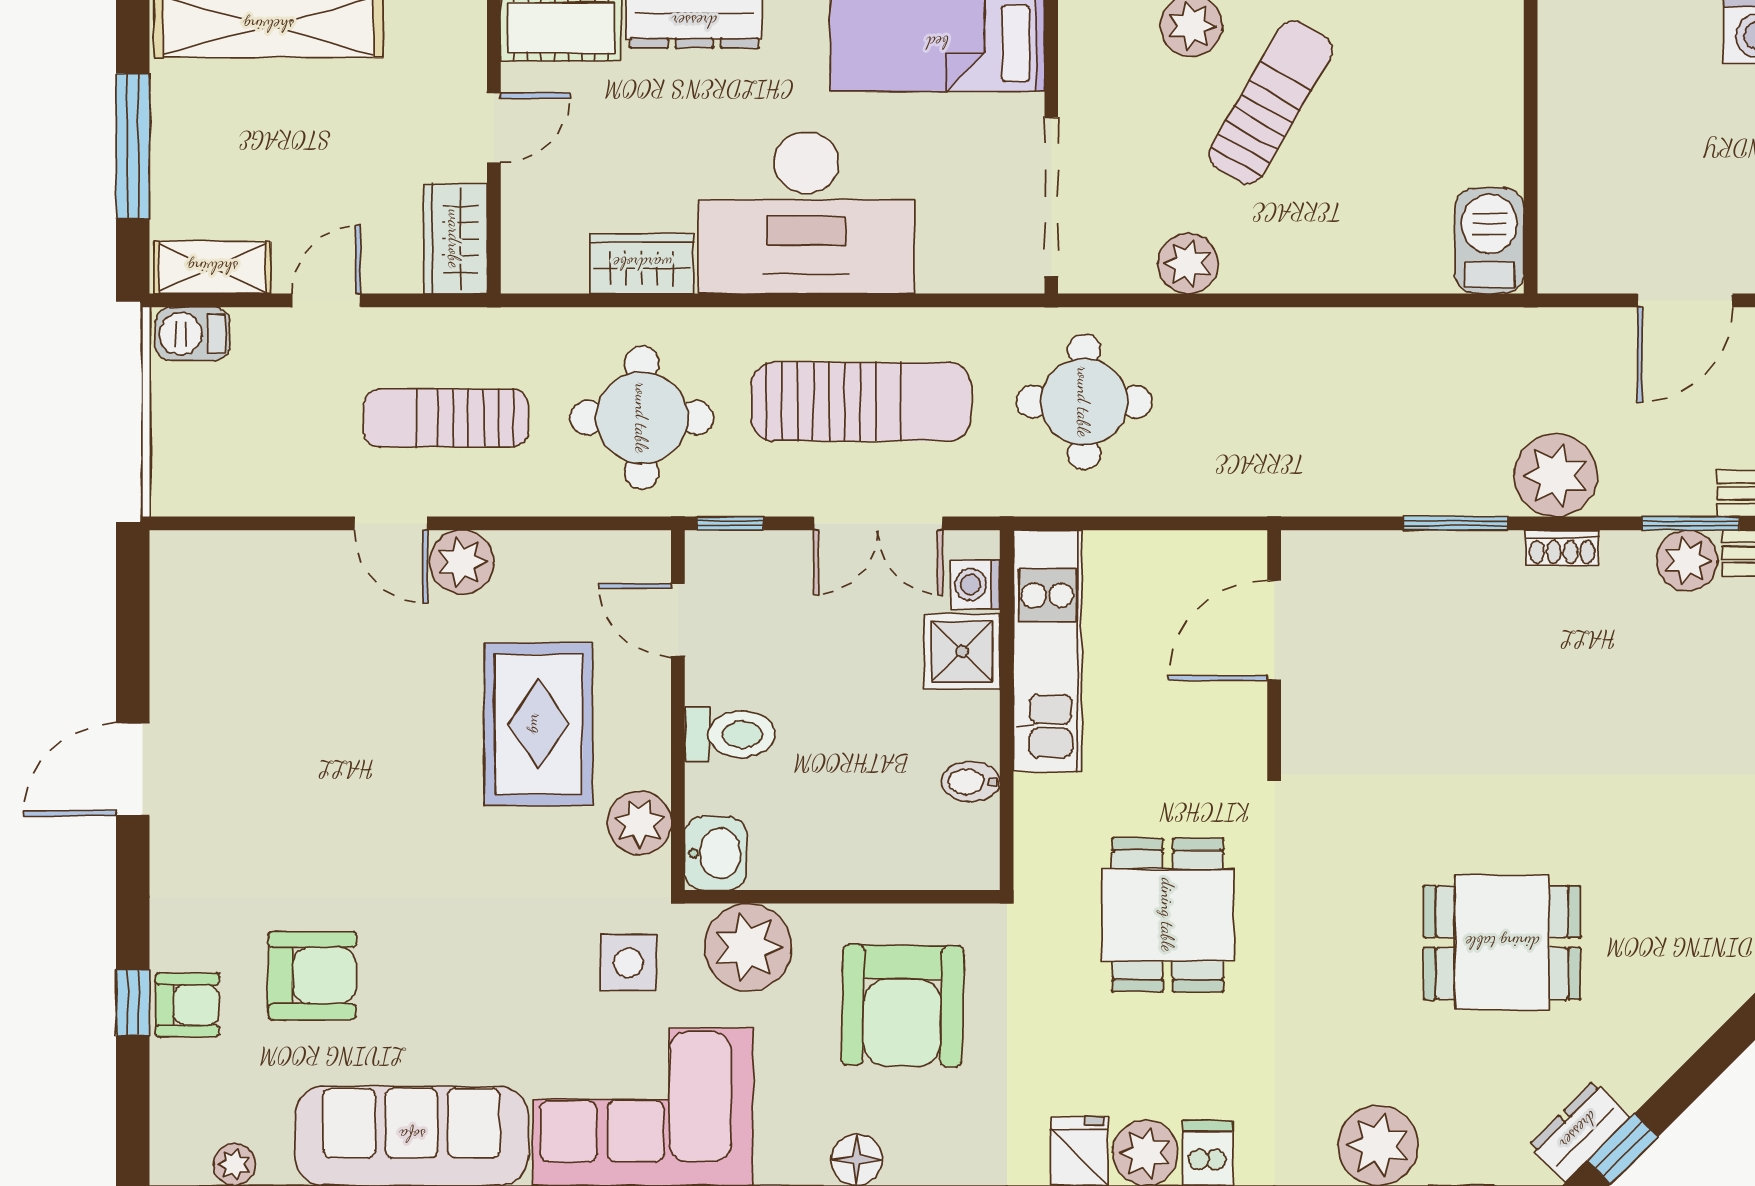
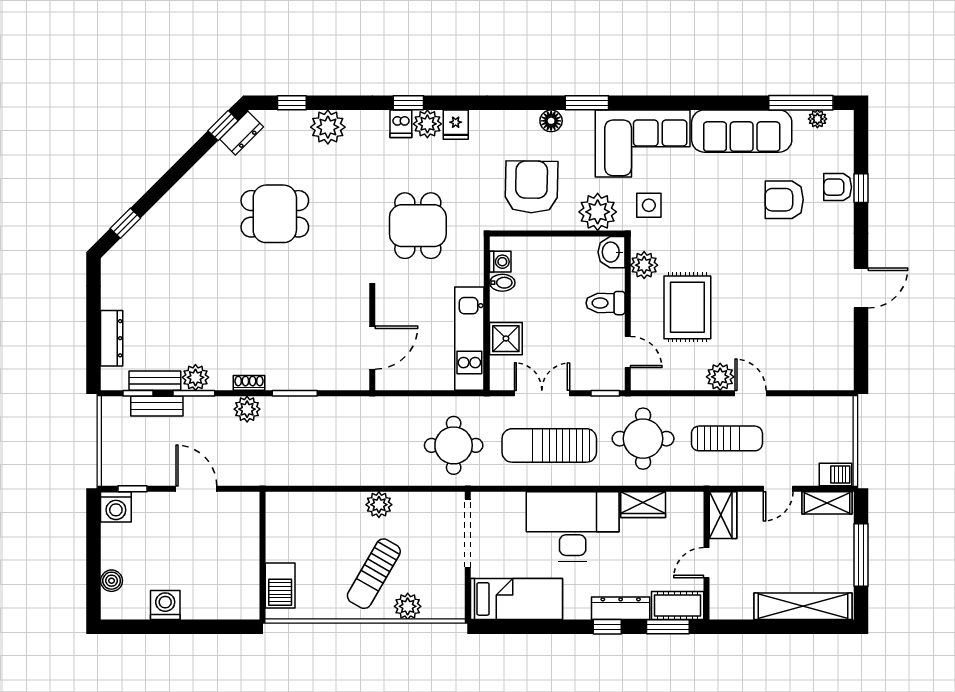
barbecue: (1489, 241) -> (280, 585), moved
plant: (1188, 263) -> (379, 505), moved
door: (1685, 300) -> (196, 489), hinge flipped
plant: (1556, 475) -> (247, 409), width x0.73, depth x0.73
washing machine: (975, 584) -> (500, 262), moved

